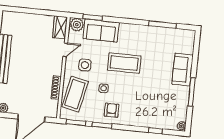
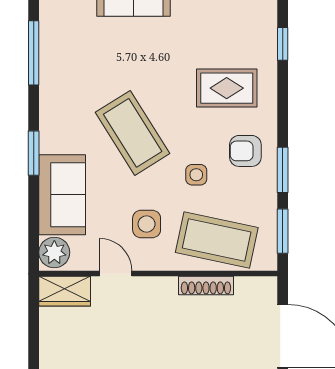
window: (93, 17) -> (34, 153), moved
coffee table: (124, 63) -> (133, 133), turned -32
rug: (139, 105) -> (227, 88), added

